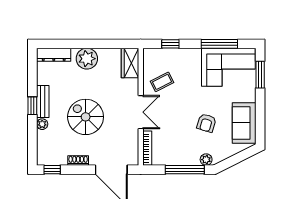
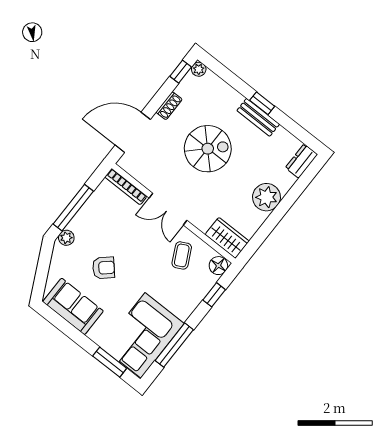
dresser: (54, 55) -> (302, 161), width x0.70
floor lamp: (151, 55) -> (218, 266), added
armchair: (206, 123) -> (104, 268), turned 121
plant: (42, 124) -> (199, 69), moved

